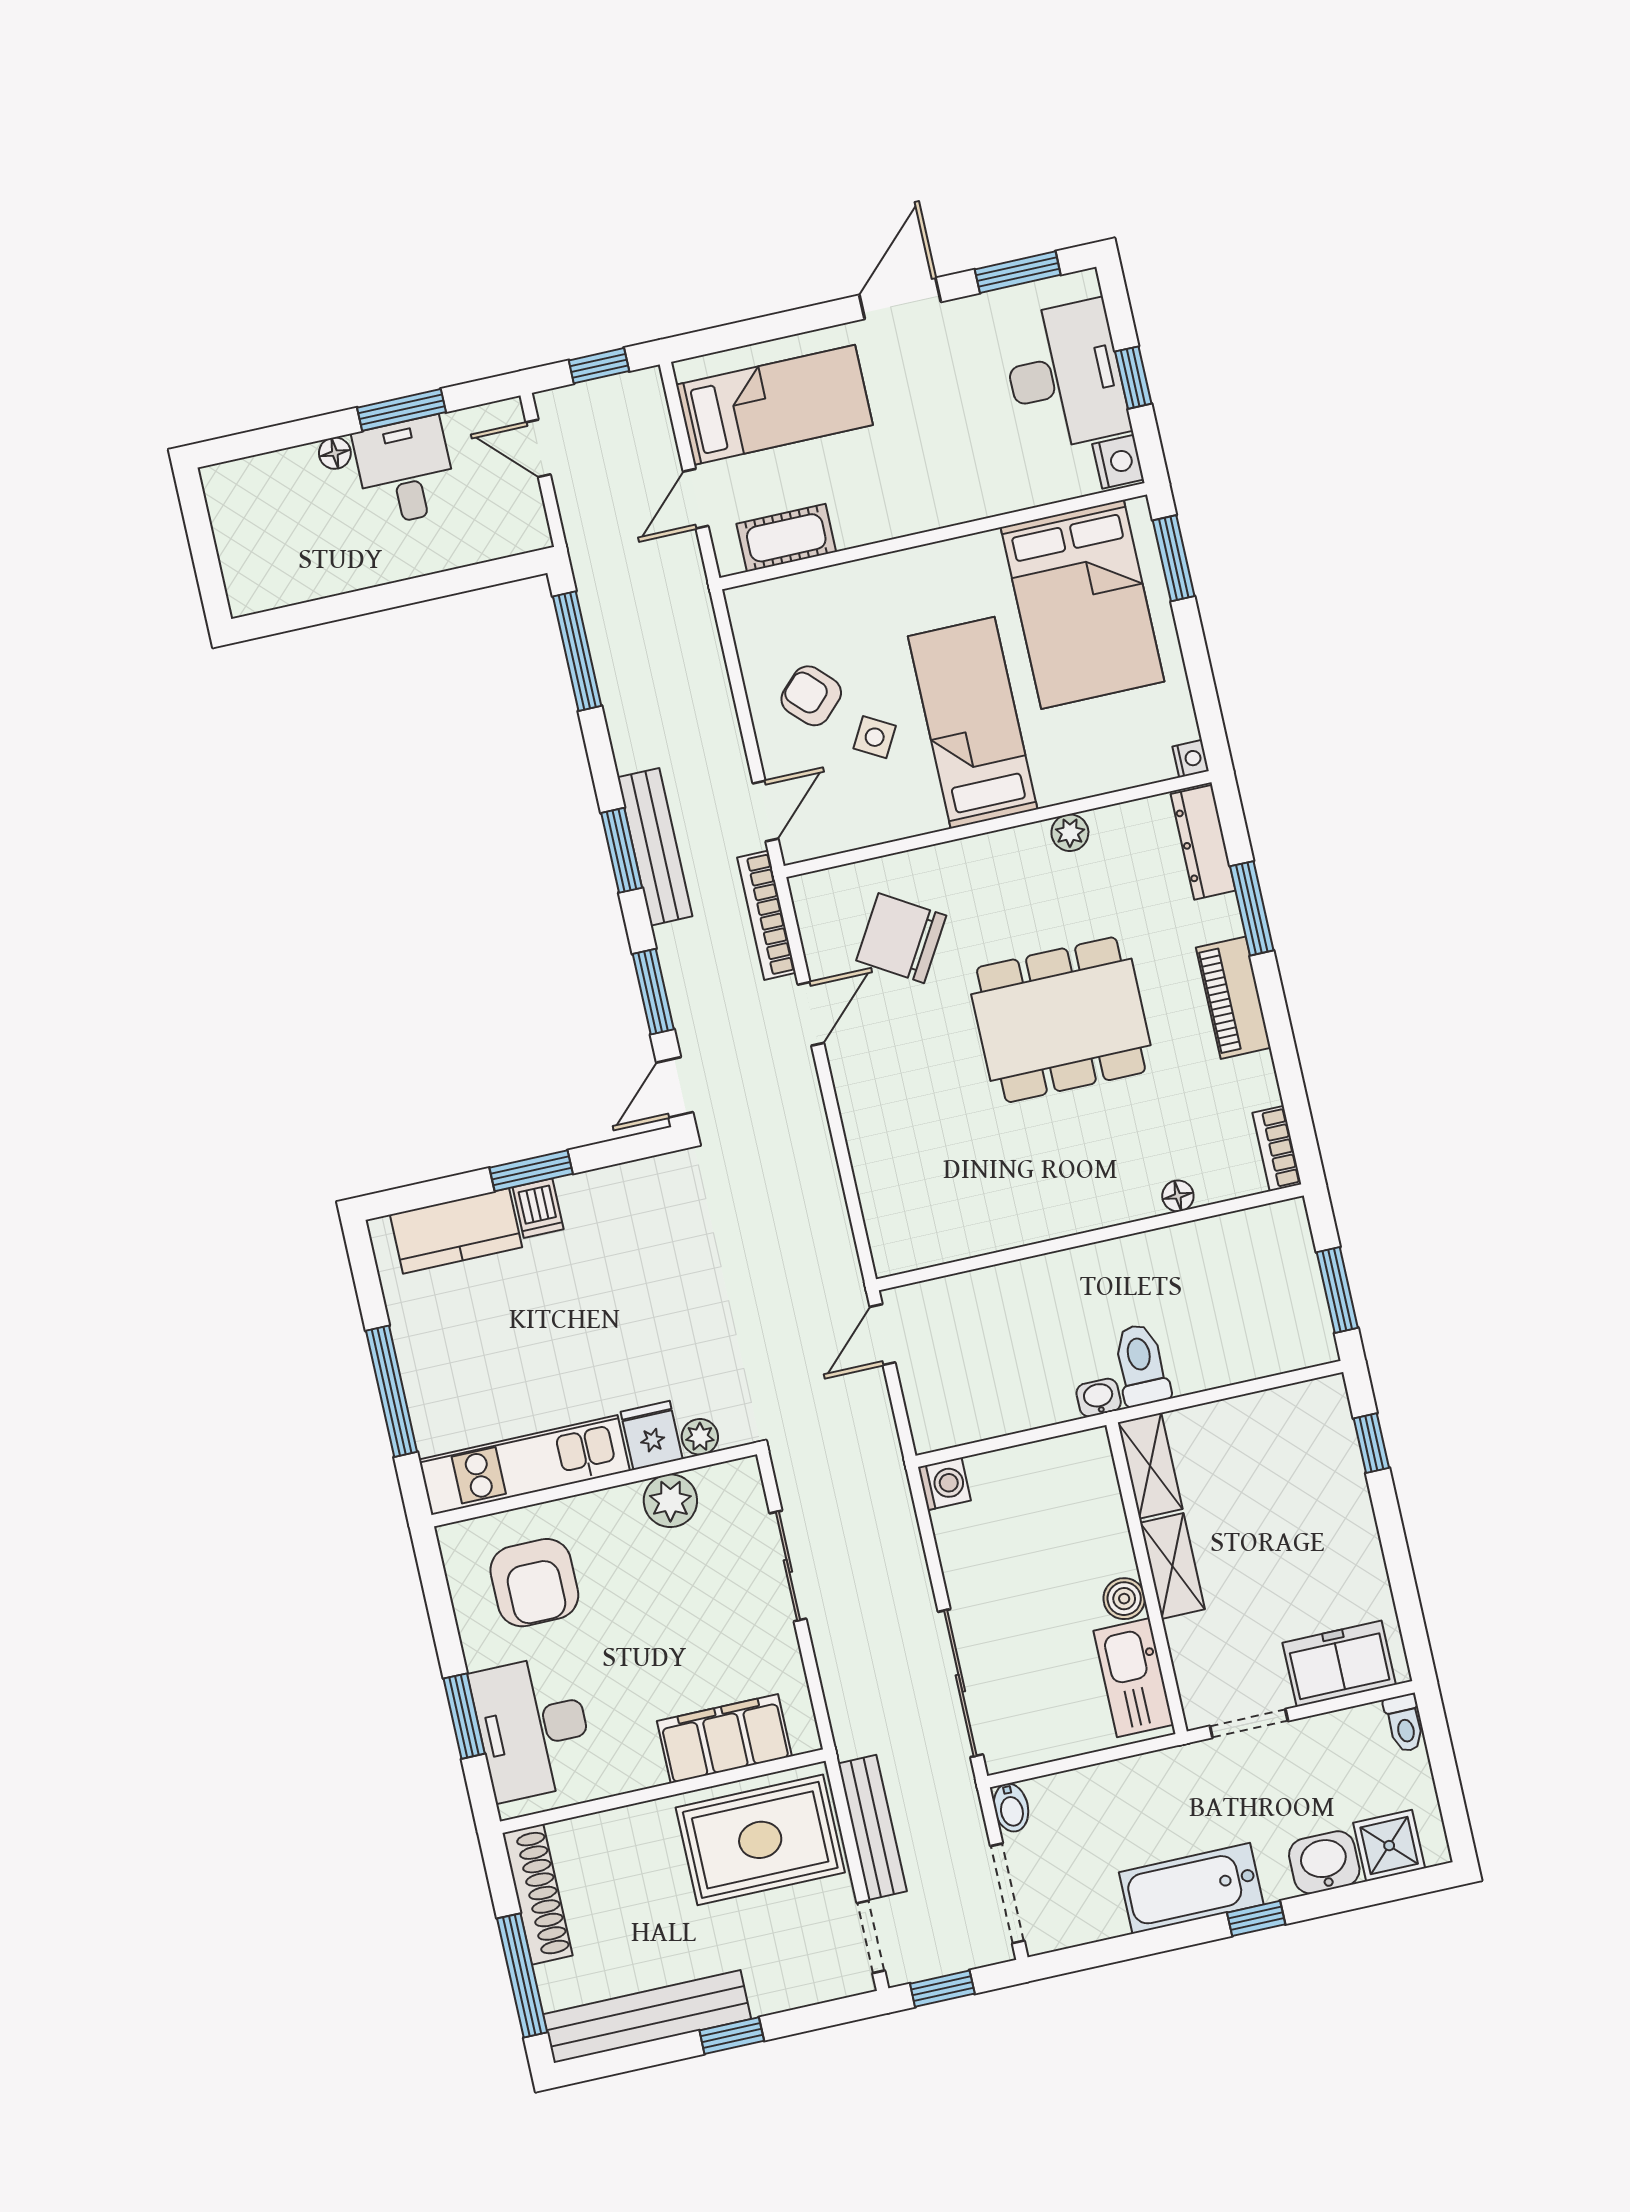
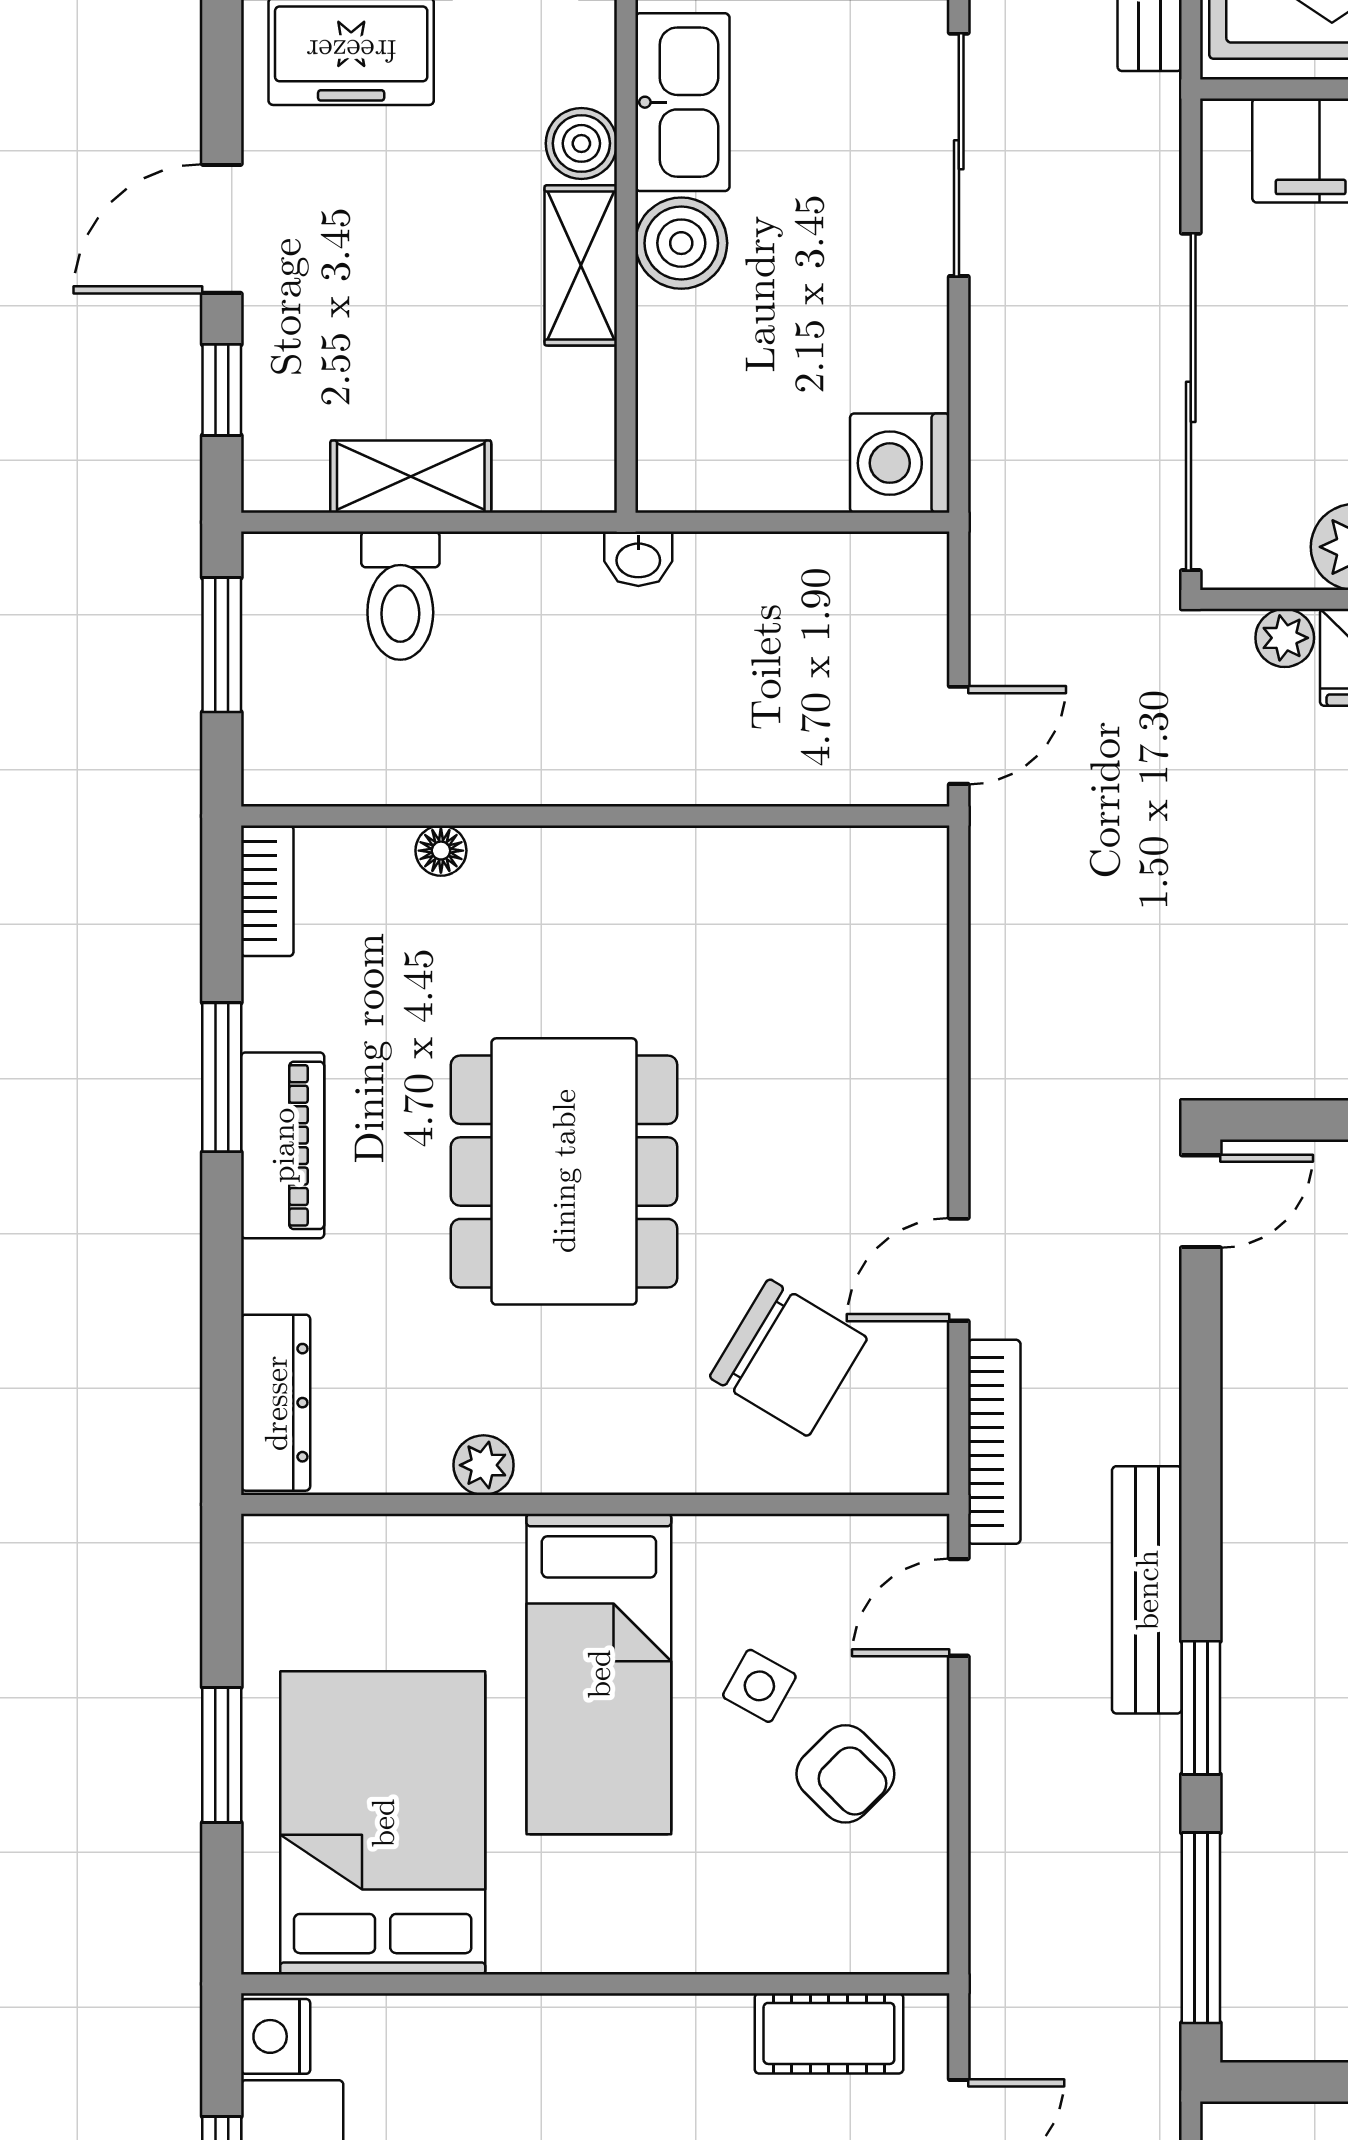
window: (1174, 558) -> (222, 1755), moved
nightstand: (1191, 759) -> (266, 1540), removed
window: (622, 850) -> (1201, 1708), moved
window: (1252, 908) -> (222, 1077), moved
window: (653, 992) -> (1201, 1361), removed
dining table: (1061, 1020) -> (564, 1171), turned 90
toilet: (1141, 1365) -> (400, 596), moved
shelving: (1150, 1466) -> (411, 477), moved, turned 90
washing machine: (944, 1484) -> (900, 463), width x1.38, depth x1.38
door: (1393, 1540) -> (222, 229), added
sliding door: (788, 1566) -> (1191, 402), width x1.86
boiler: (1124, 1599) -> (681, 243), width x1.36, depth x1.36
boiler: (1189, 1639) -> (581, 143), added

